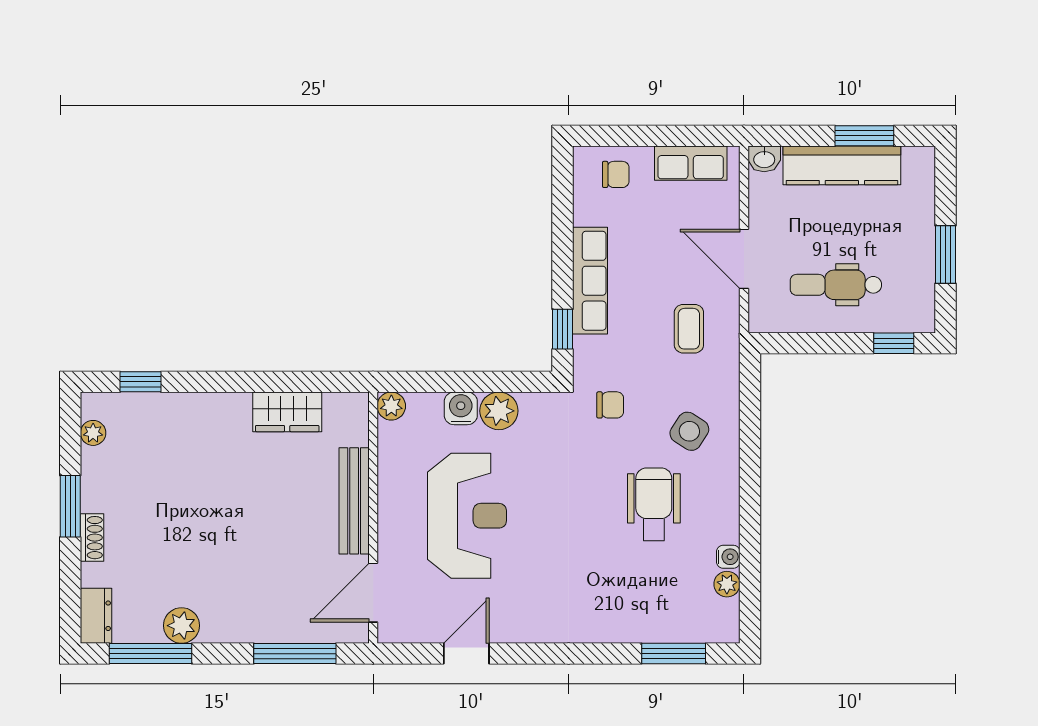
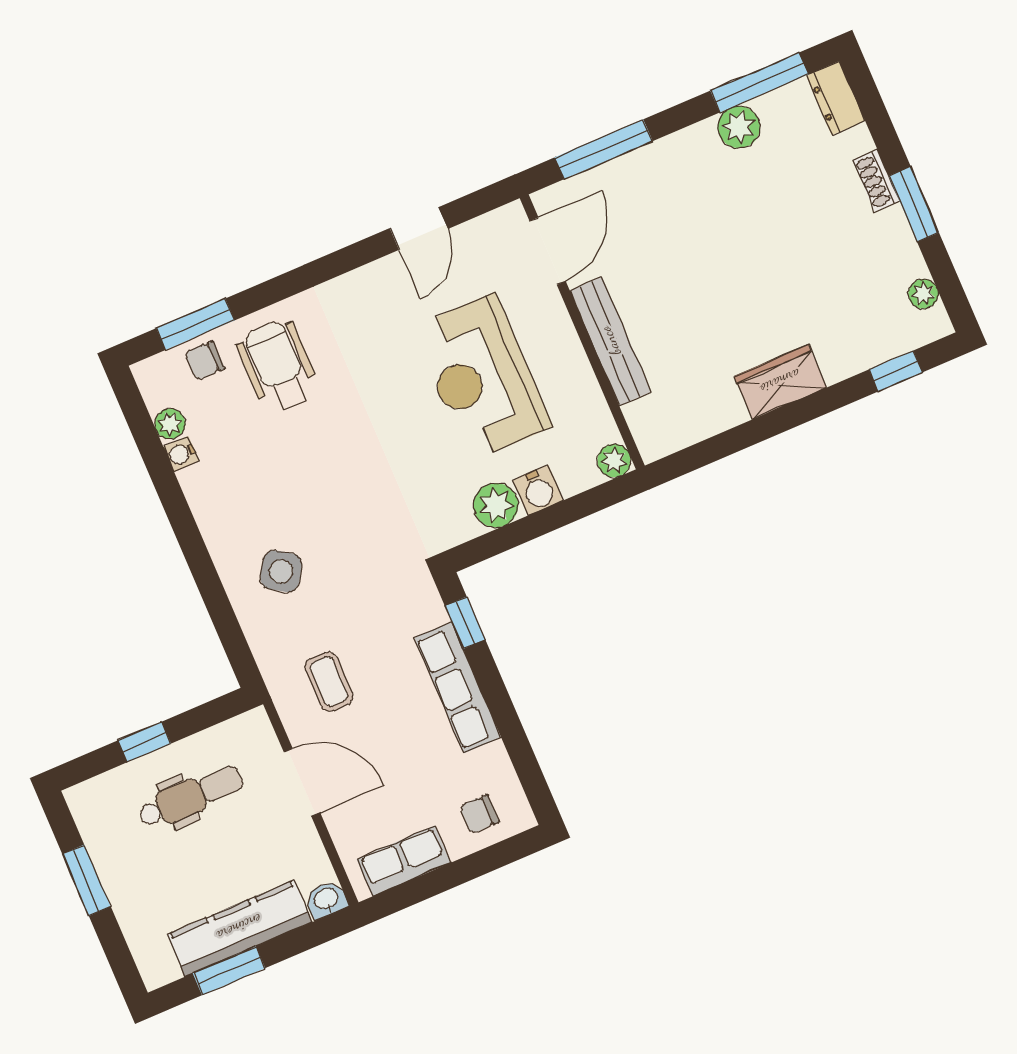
window: (894, 343) -> (144, 742), moved
chair: (610, 405) -> (205, 361), moved
wardrobe: (287, 412) -> (780, 382), moved
wheelchair: (654, 504) -> (278, 366), moved, turned 180

